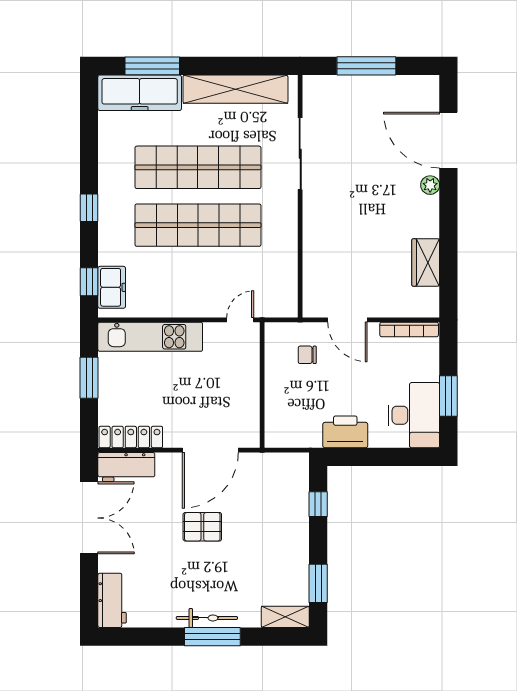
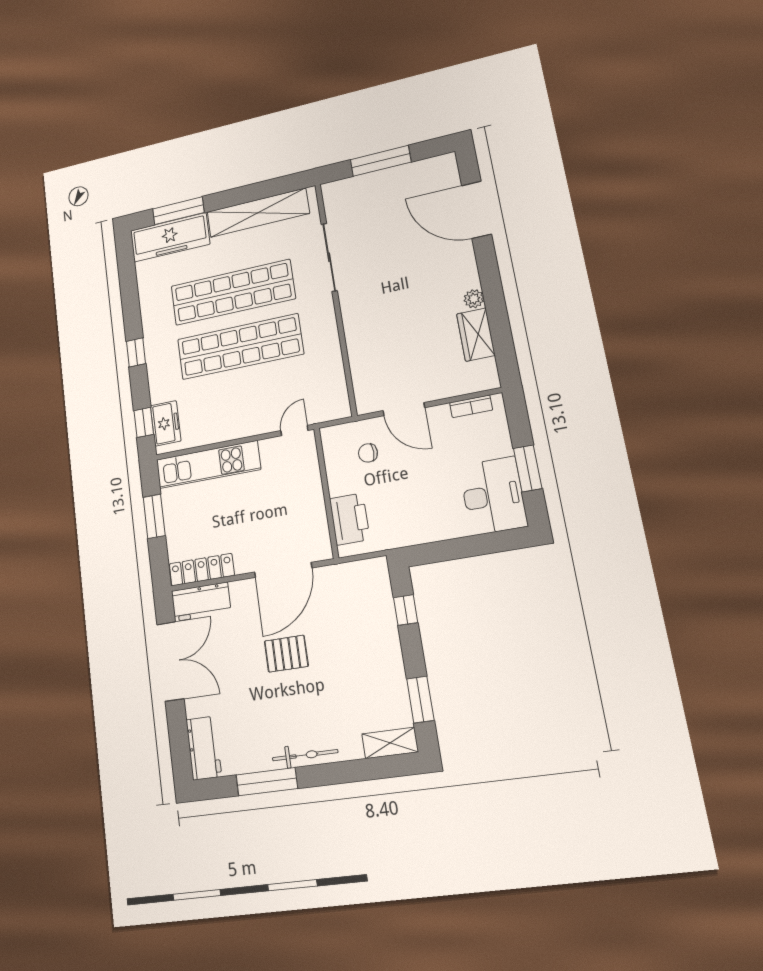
plant: (430, 185) -> (474, 299), moved
bookcase: (409, 330) -> (471, 406), width x0.64
printer: (345, 432) -> (350, 519), moved, turned 90
window: (212, 637) -> (267, 782), moved

